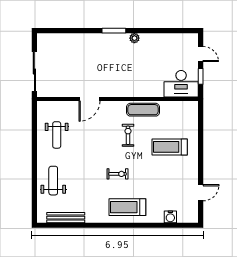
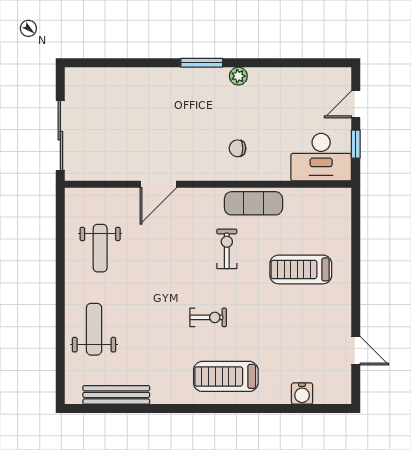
door: (201, 54) -> (356, 104), swing flipped
chair: (134, 79) -> (237, 148), added
door: (201, 193) -> (356, 351), hinge flipped

